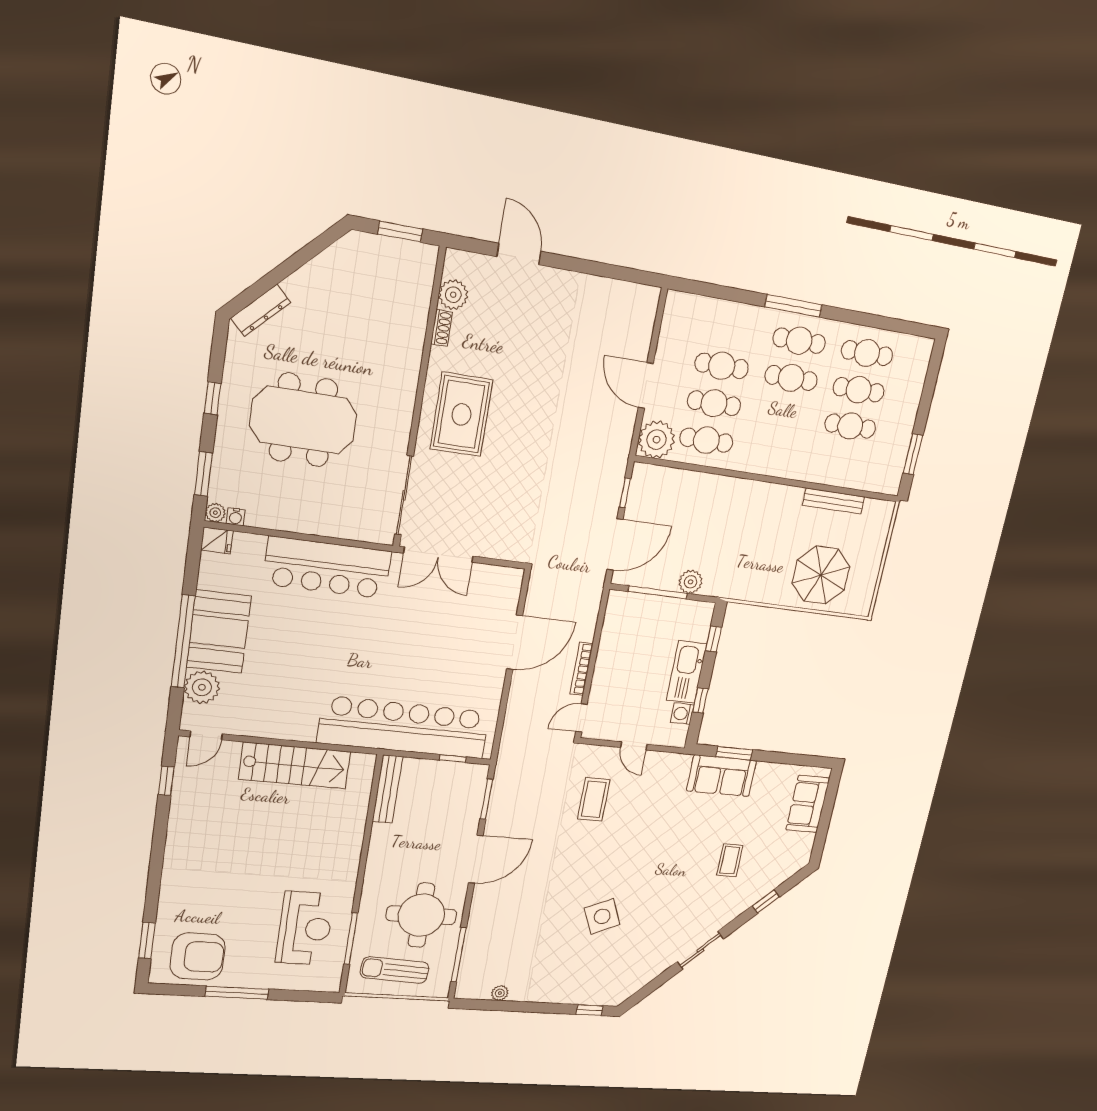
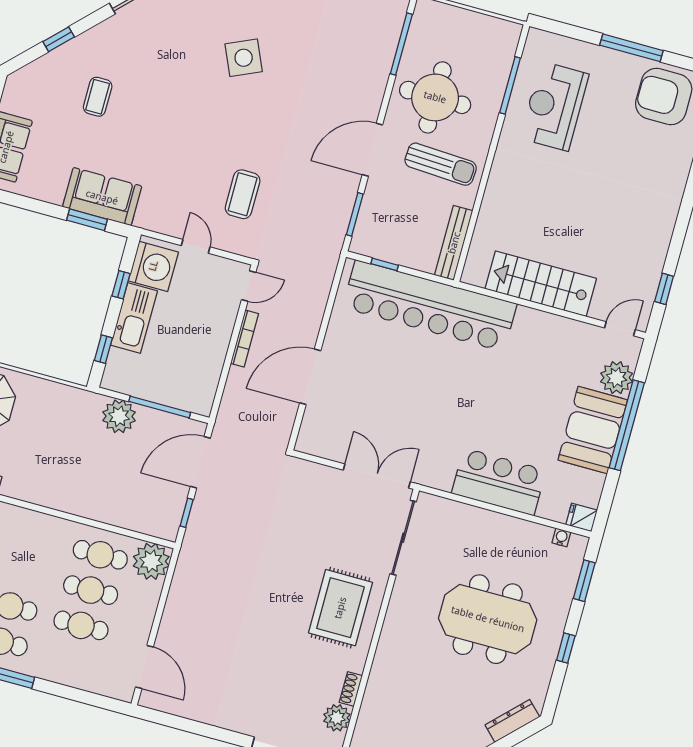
door: (646, 386) -> (144, 667), moved
plant: (215, 513) -> (579, 544), removed
bar counter: (327, 568) -> (499, 482), width x0.73
plant: (691, 582) -> (119, 416), width x1.36, depth x1.36
washing machine: (682, 714) -> (153, 266), width x1.89, depth x1.89
sun lounger: (395, 970) -> (441, 164), moved

